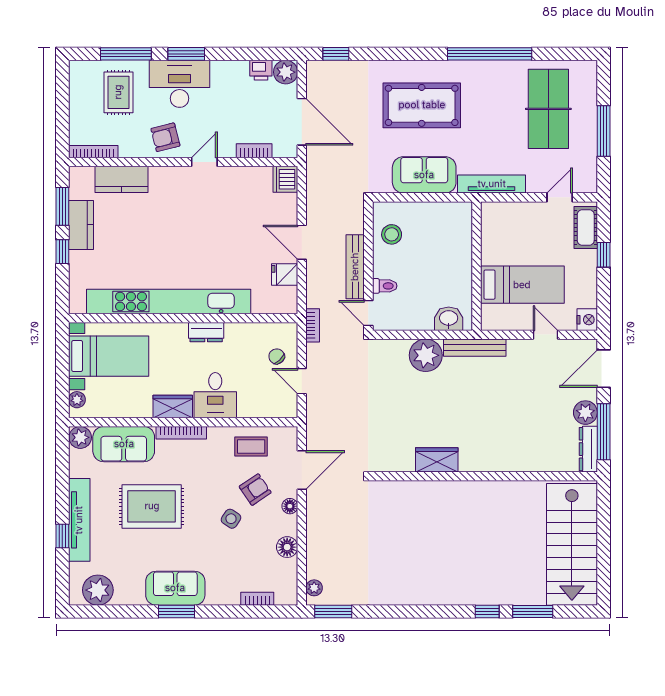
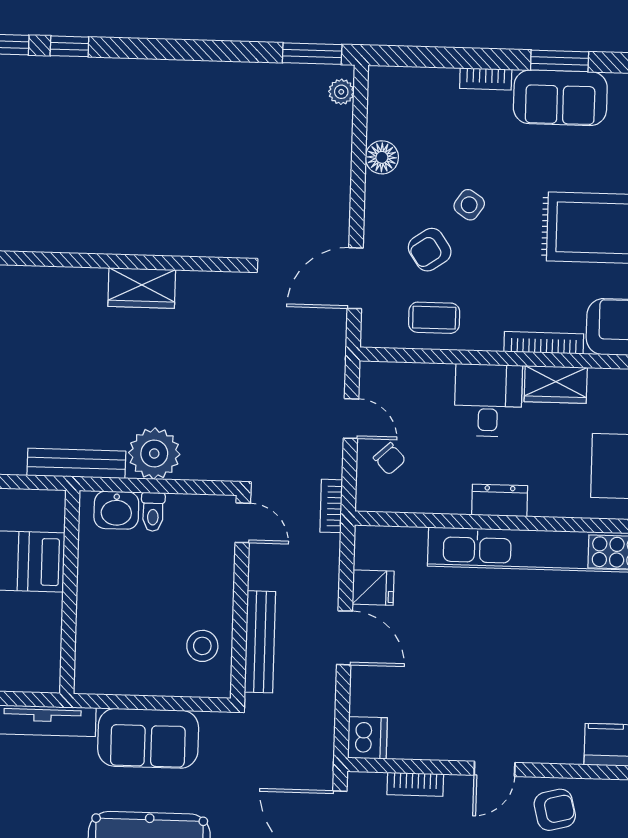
bench: (355, 267) -> (260, 642), moved
toilet: (385, 286) -> (153, 512), moved, turned -90
floor lamp: (290, 506) -> (376, 222), removed
bookcase: (257, 599) -> (486, 79), moved

